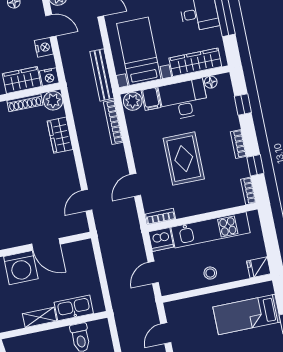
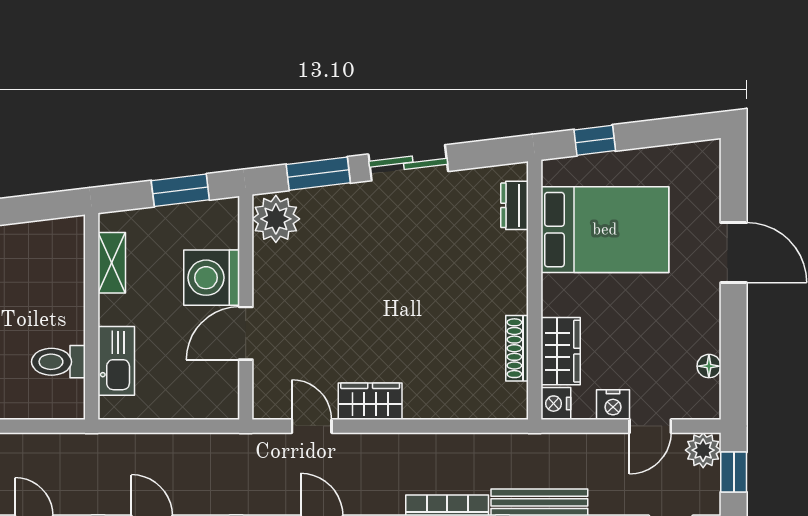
plant: (53, 101) -> (510, 402), removed
wardrobe: (60, 135) -> (370, 401), moved
shelving: (40, 317) -> (112, 263), moved

